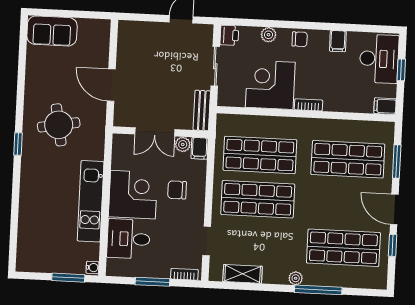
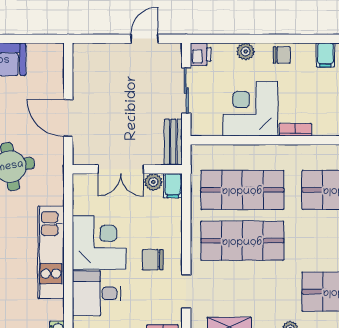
chair: (177, 190) -> (153, 260), moved

